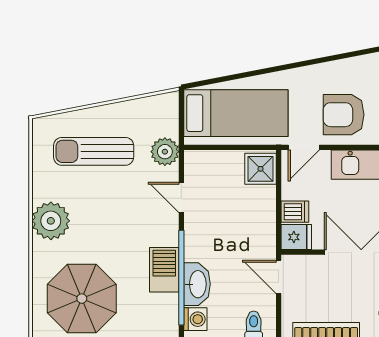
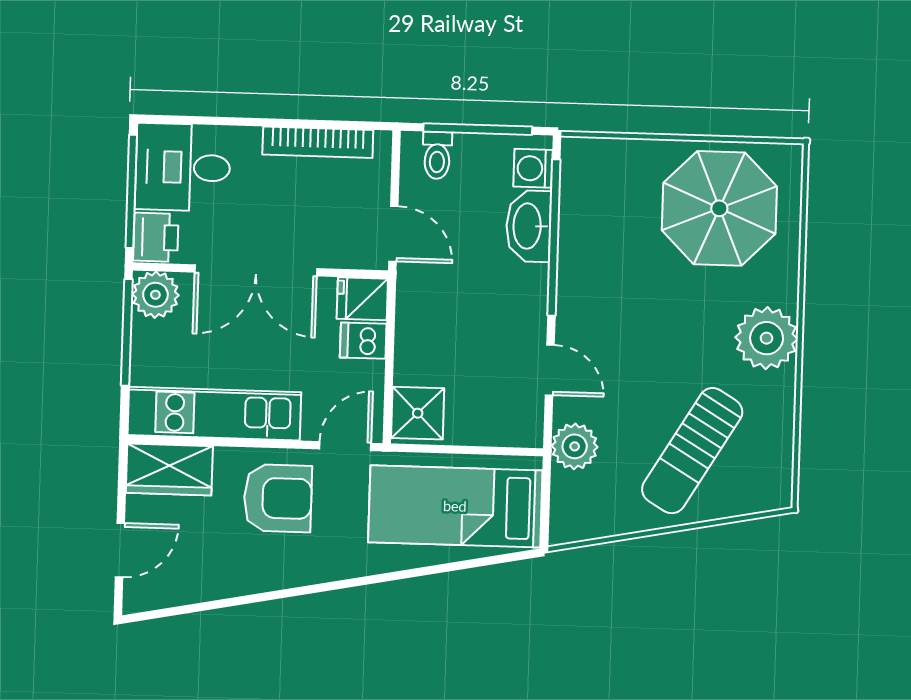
sun lounger: (94, 151) -> (692, 451), turned 121
barbecue: (164, 270) -> (582, 252), removed

